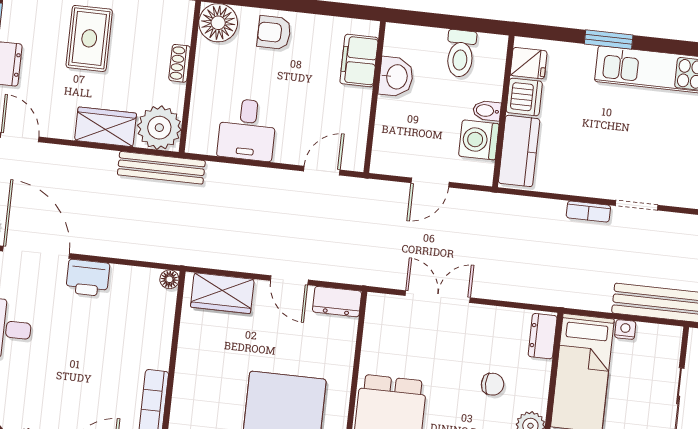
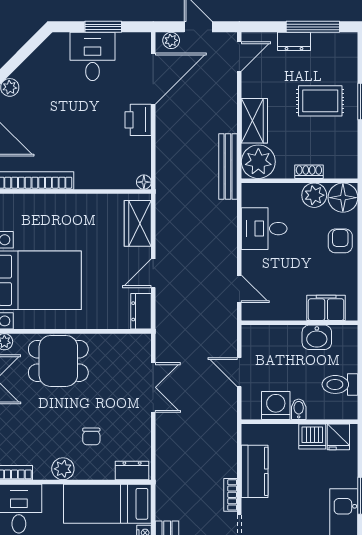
plant: (211, 60) -> (314, 195), added
kitchen counter: (519, 151) -> (255, 471), moved, turned -90

